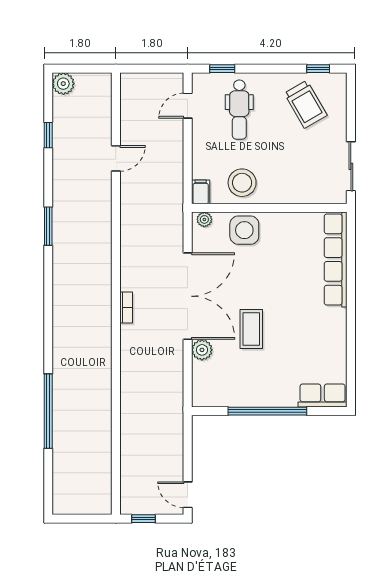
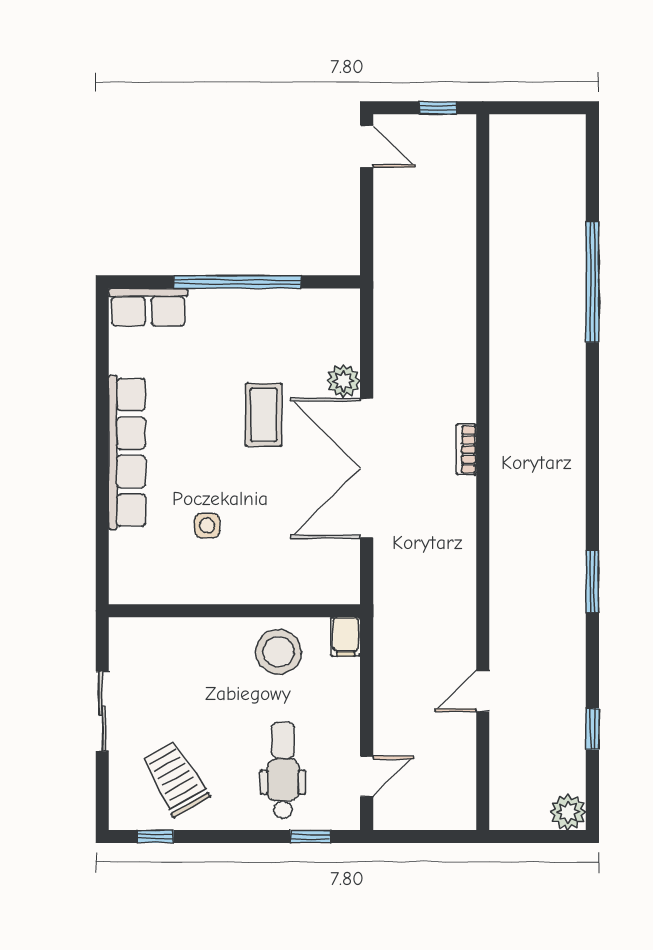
sliding door: (351, 166) -> (102, 711), moved
plant: (204, 219) -> (340, 592), removed
side table: (244, 230) -> (207, 526), moved, width x0.54, depth x0.54
row of seats: (336, 259) -> (127, 452), moved

